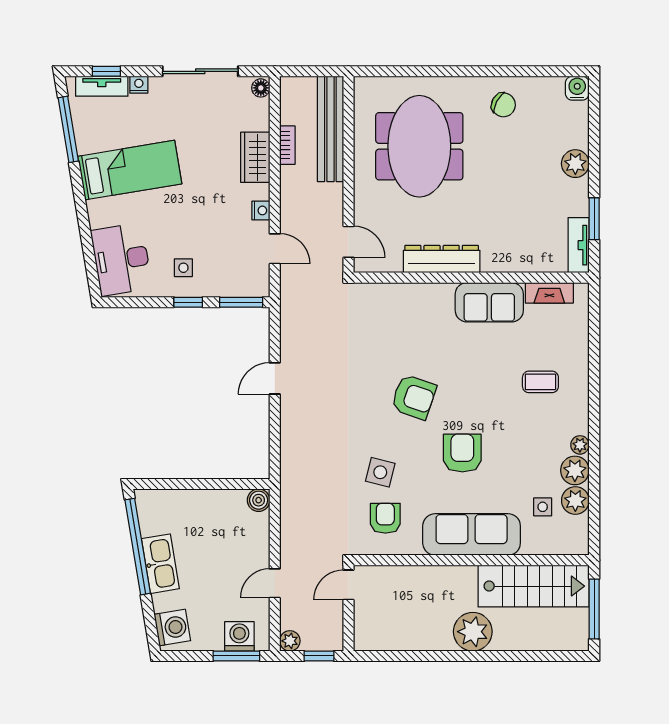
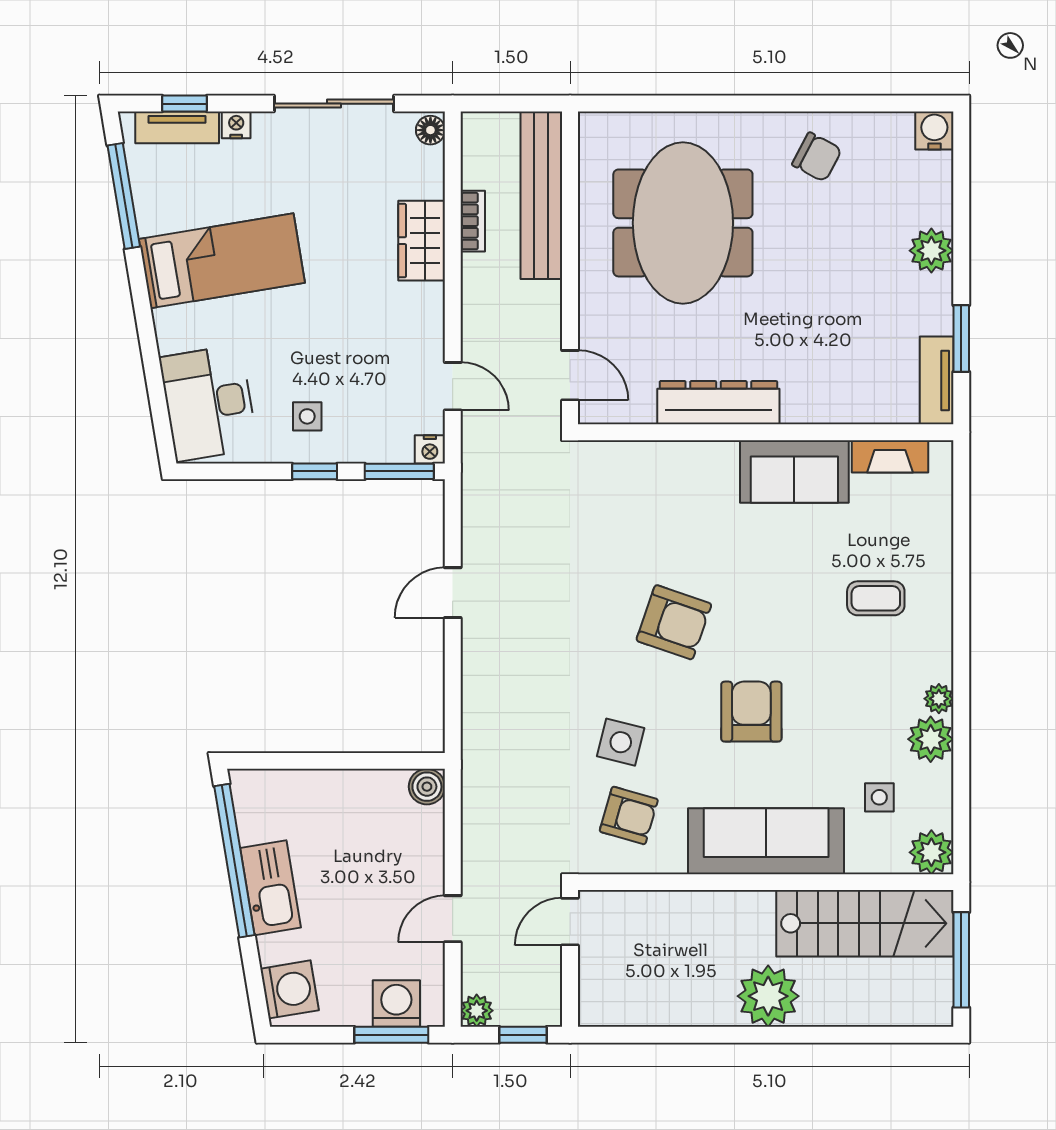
nightstand: (261, 210) -> (430, 449), moved, turned 90
plant: (575, 501) -> (931, 852), moved
armchair: (385, 518) -> (629, 815), turned 106

